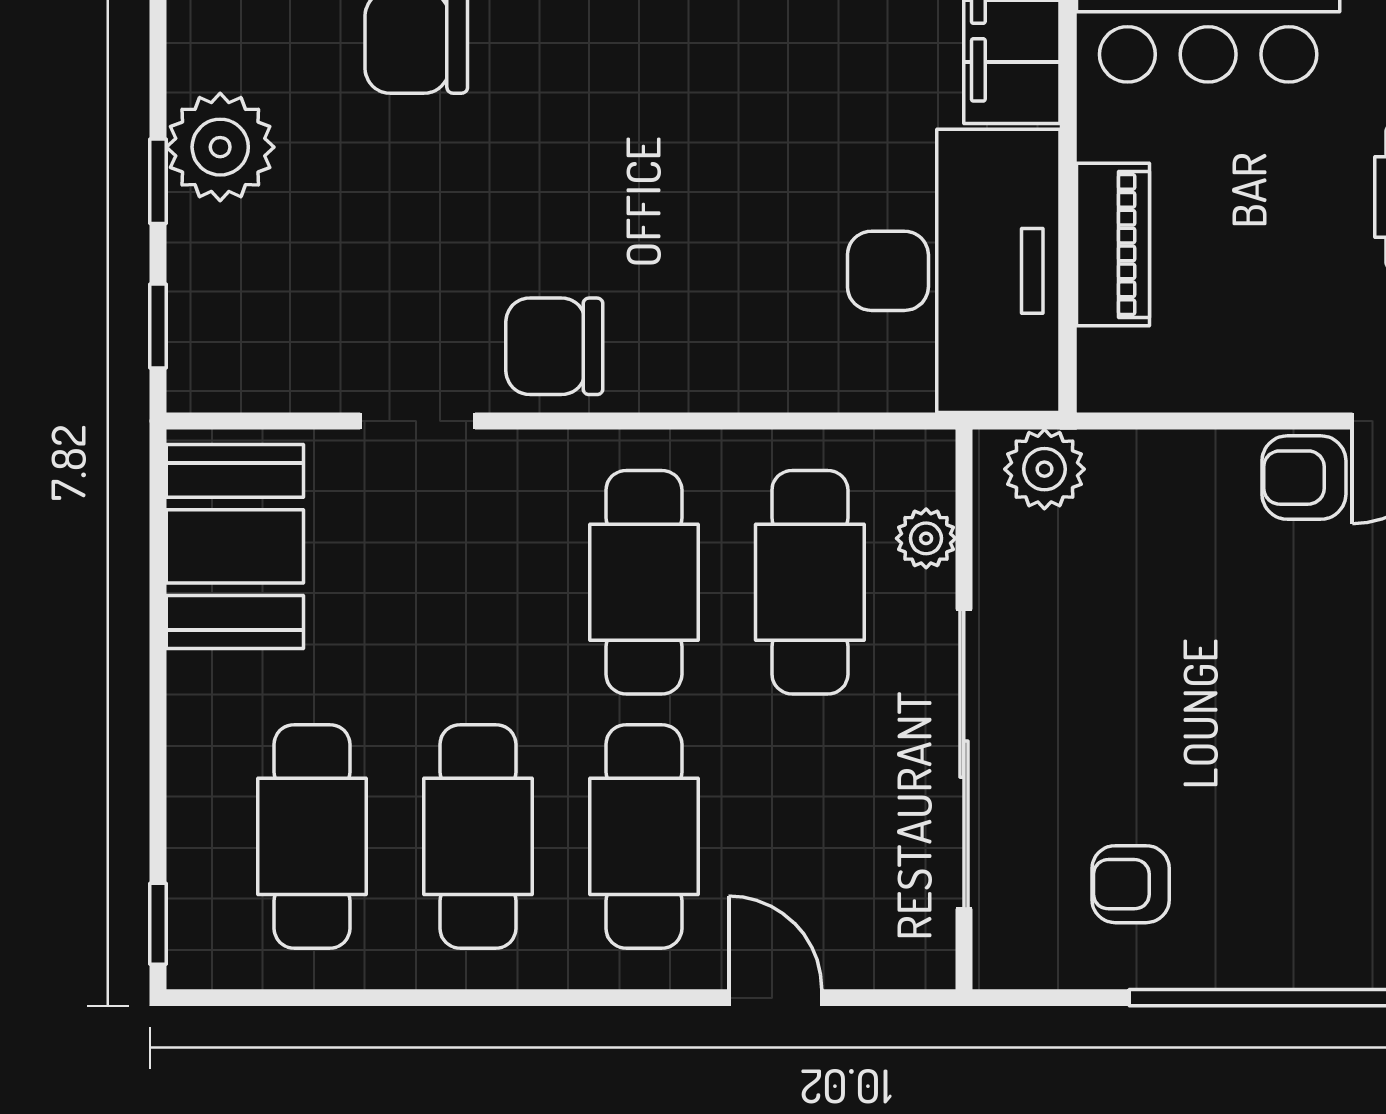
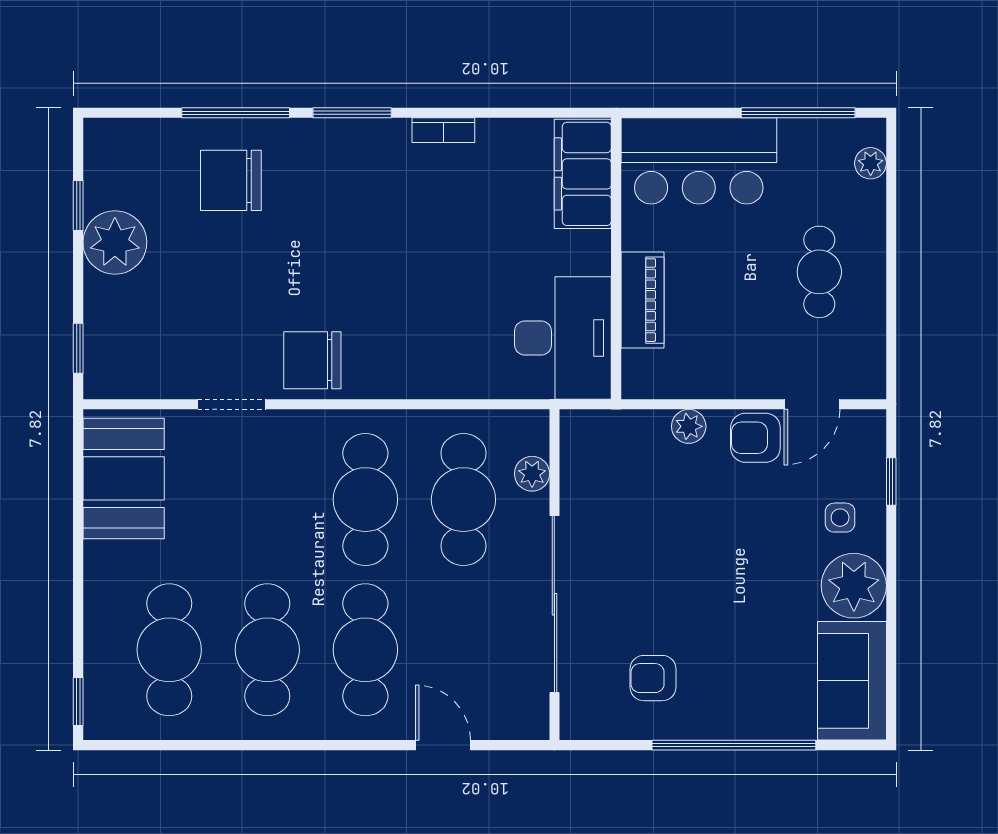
window: (158, 181) -> (78, 206), moved
desk: (954, 271) -> (563, 338), width x0.73, depth x0.77
plant: (1044, 469) -> (689, 426), moved, width x0.73, depth x0.73

